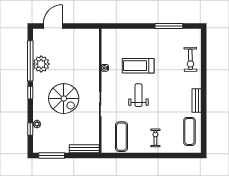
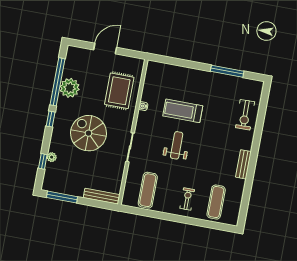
door: (53, 26) -> (105, 49), moved
rug: (83, 59) -> (119, 91), added
spiral stairs: (64, 99) -> (88, 133), turned 180
exercise mat: (189, 131) -> (216, 202), moved

